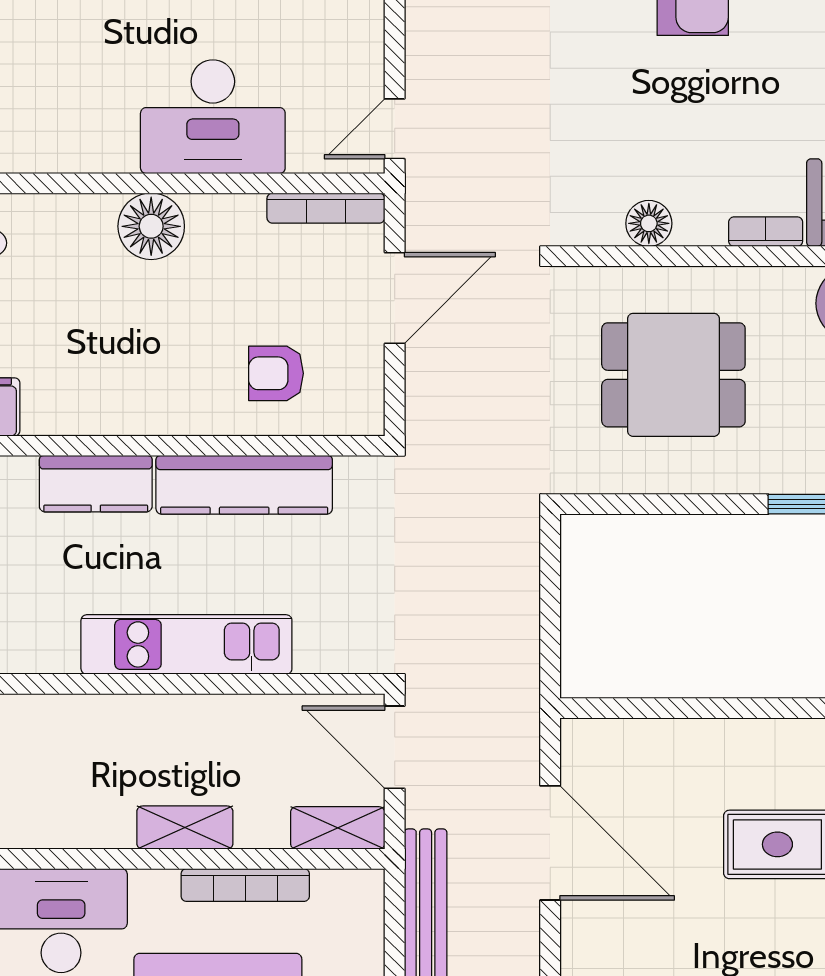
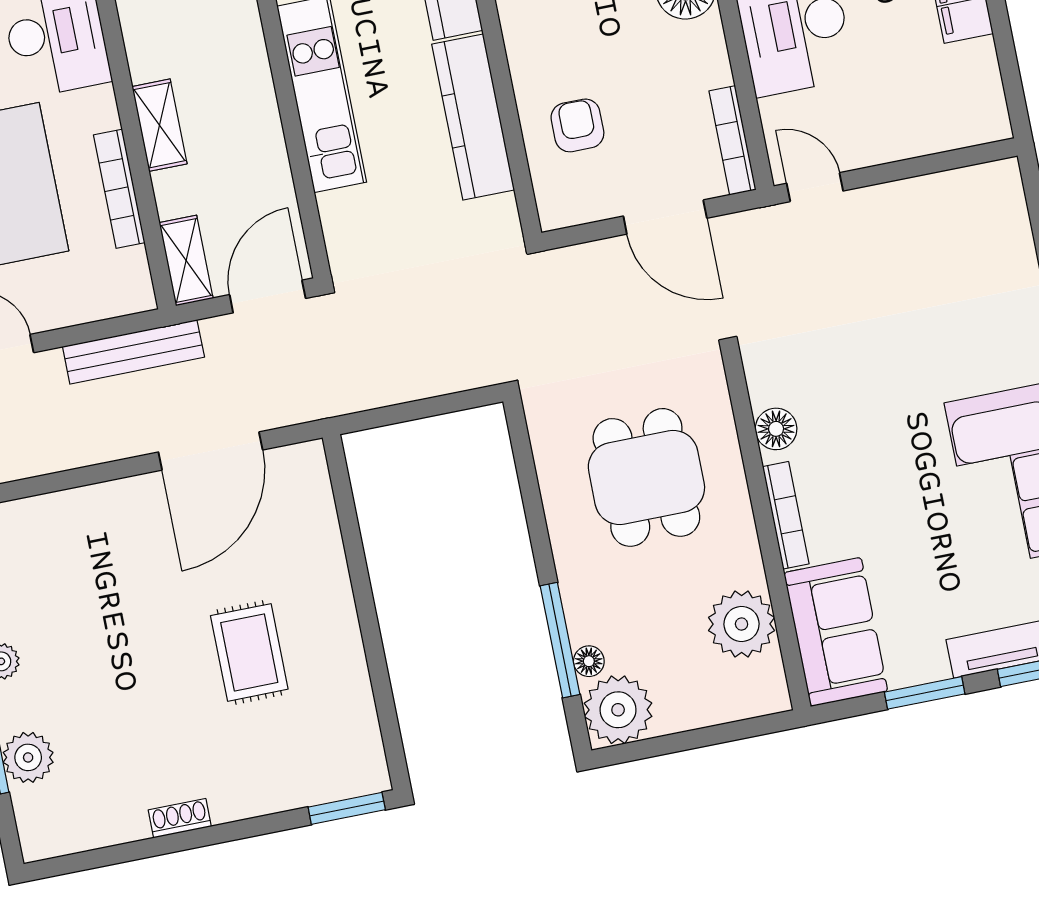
bookcase: (766, 232) -> (786, 515), width x1.56

